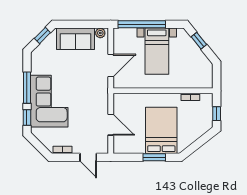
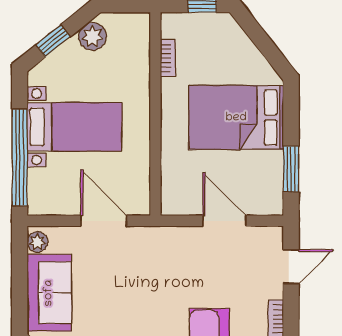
plant: (201, 60) -> (92, 36), added
door: (111, 125) -> (224, 221), hinge flipped
window: (154, 157) -> (291, 169), moved

